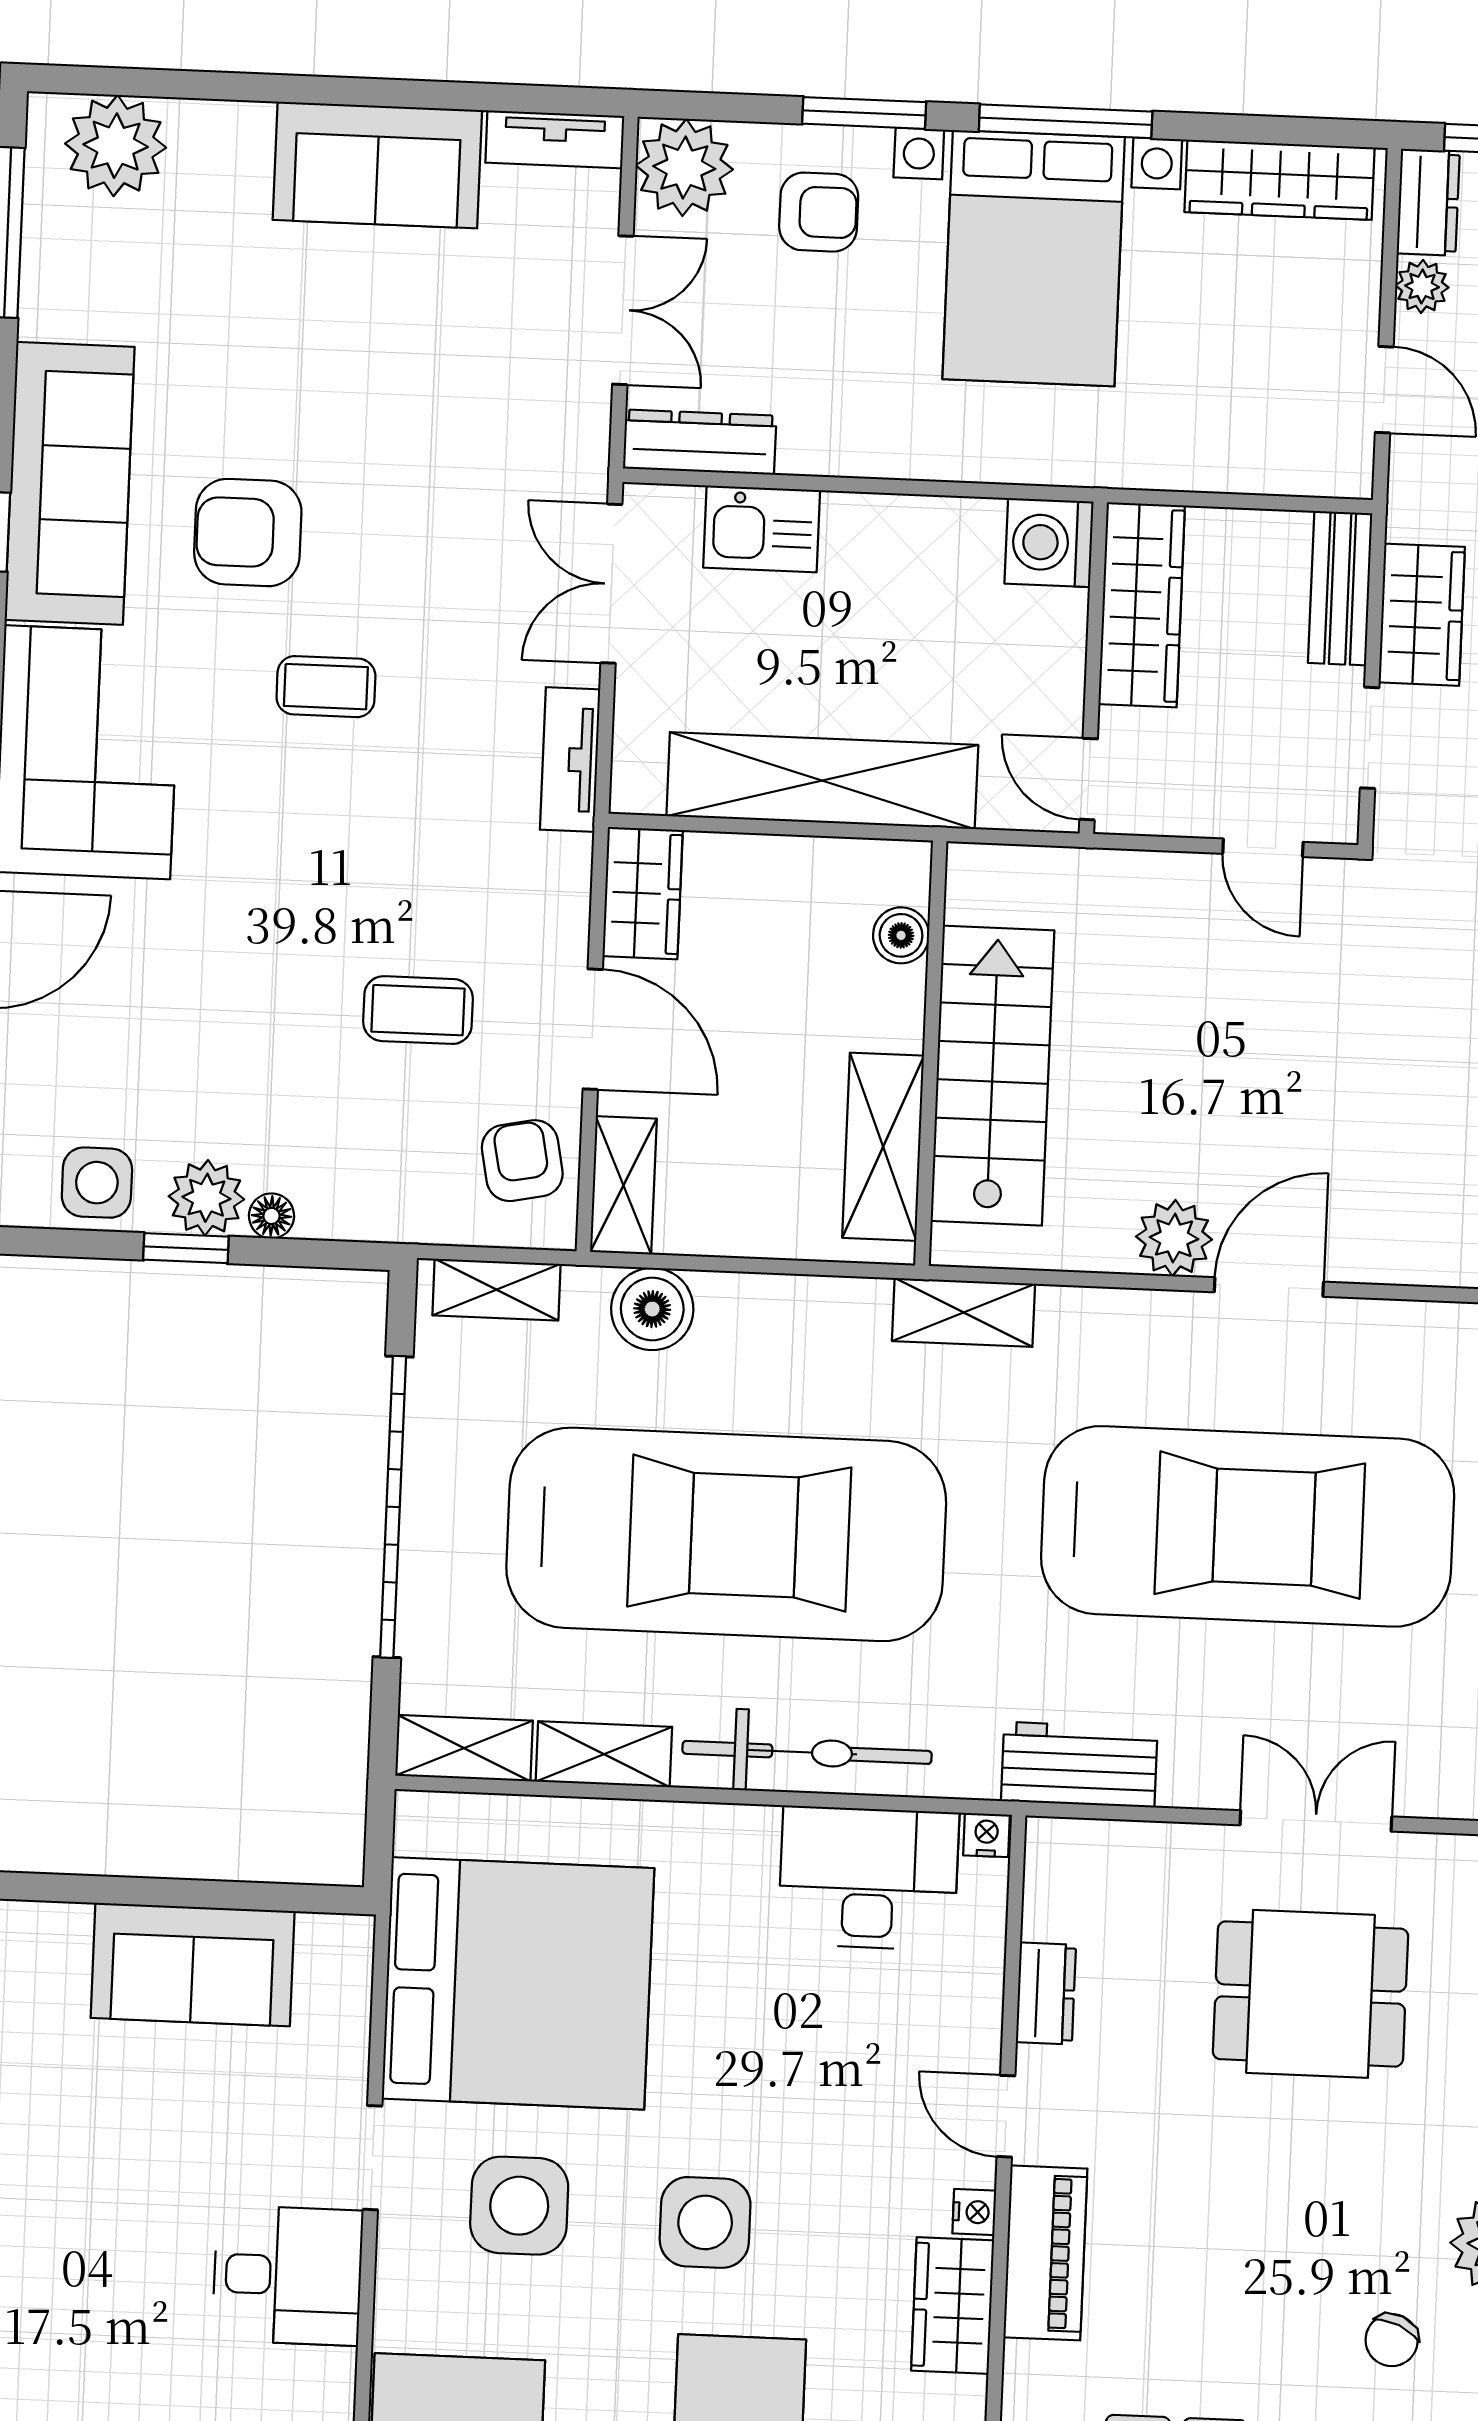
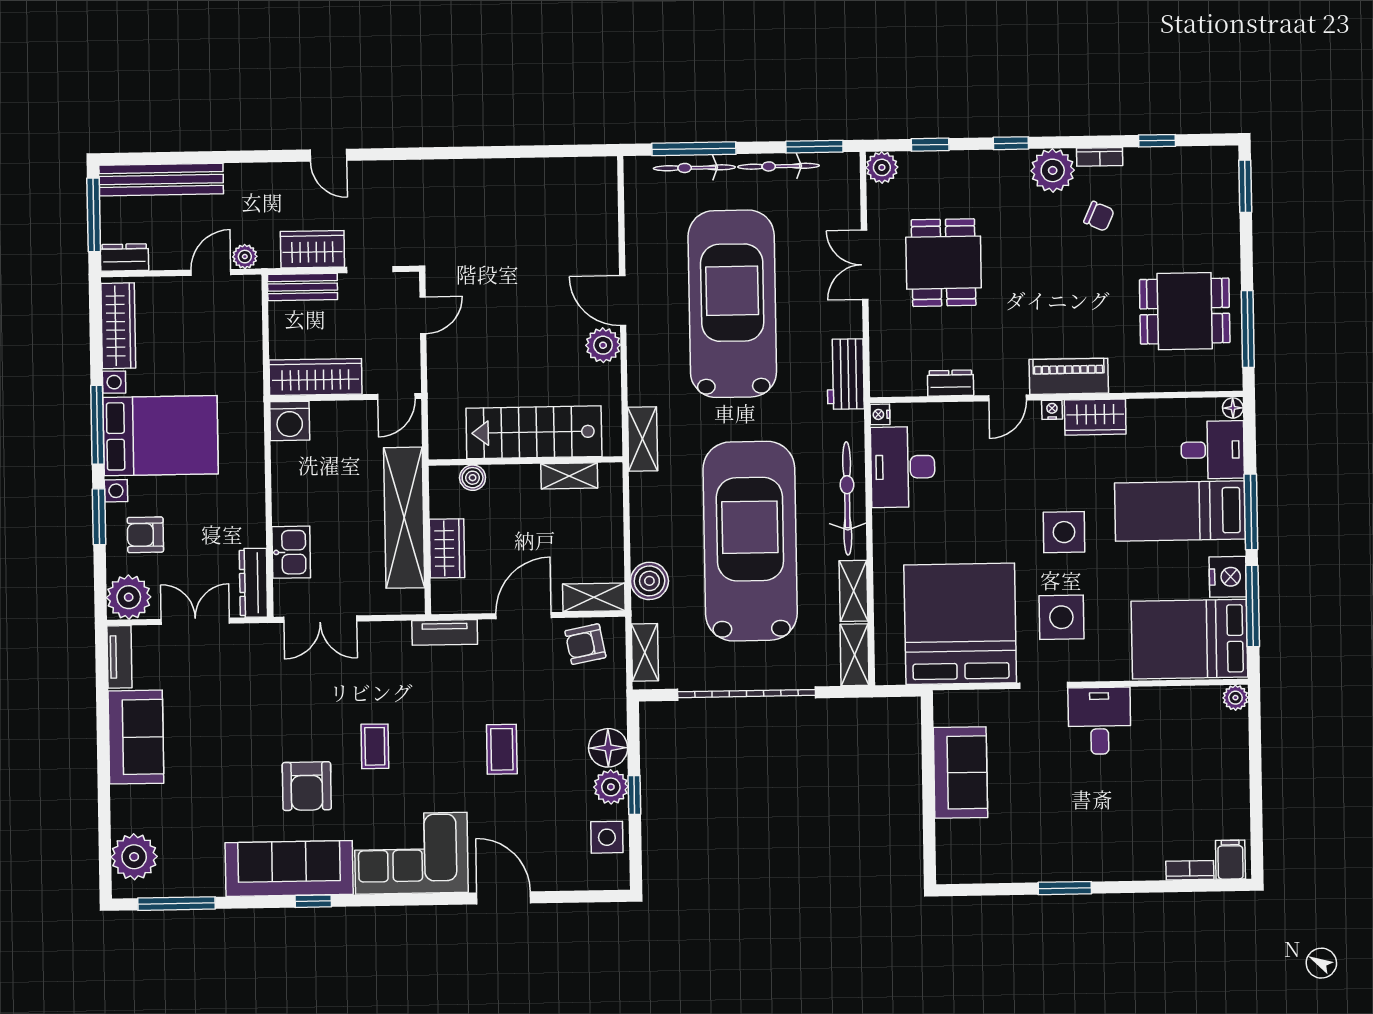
armchair: (819, 212) -> (145, 535), turned -90
plant: (1422, 286) -> (245, 257), moved
tv unit: (570, 760) -> (445, 632), moved
wardrobe: (643, 893) -> (447, 548), moved, turned 90
coffee table: (418, 1010) -> (502, 749), moved
shelving: (883, 1147) -> (569, 476), width x0.67, depth x0.75
floor lamp: (272, 1216) -> (608, 748), width x1.89, depth x1.89

